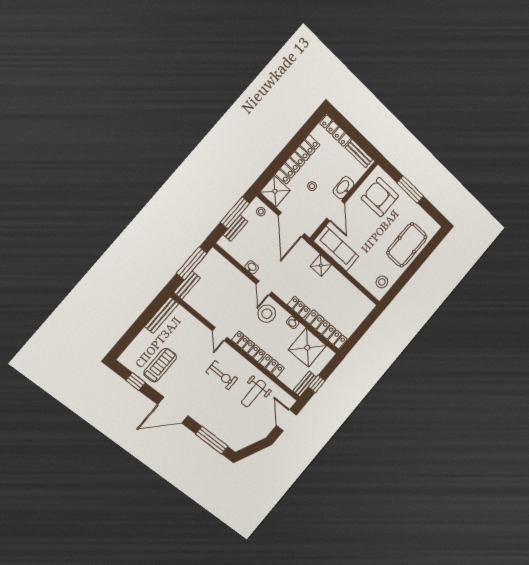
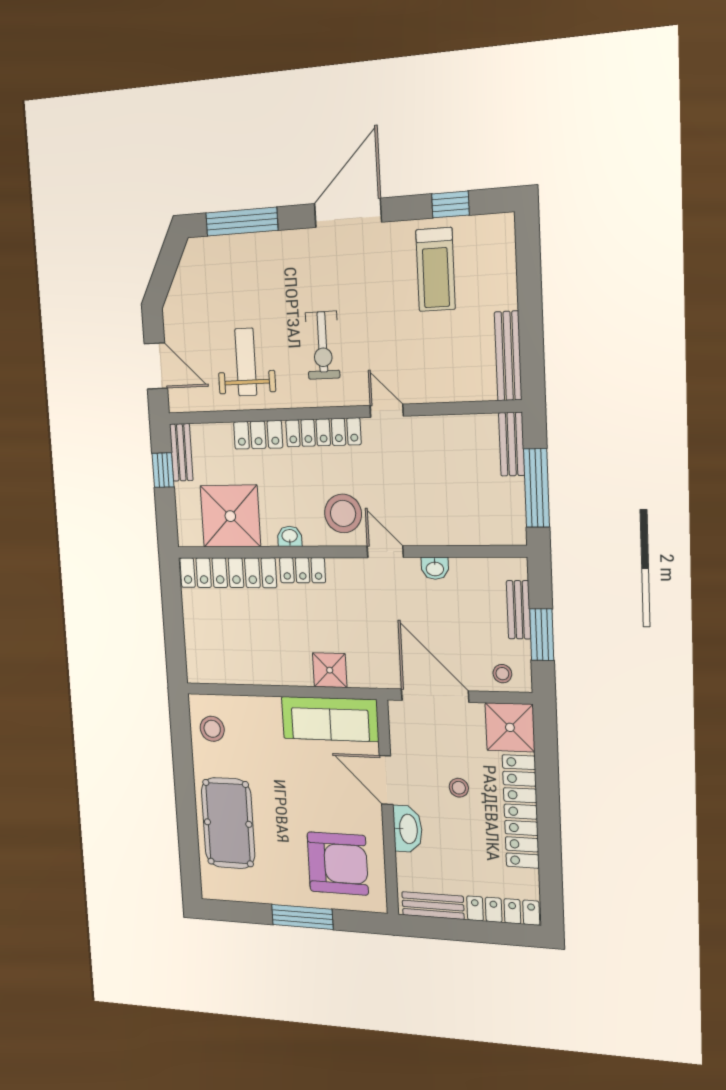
window: (235, 213) -> (542, 635), width x0.69
exercise bike: (222, 375) -> (323, 345), turned -90

